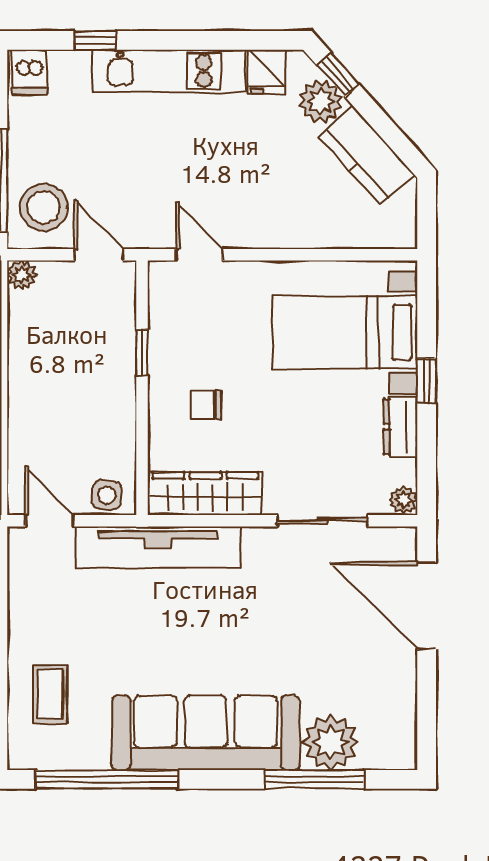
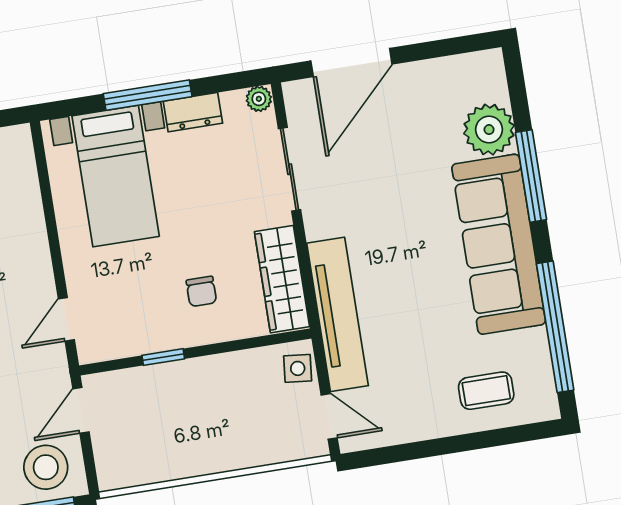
plant: (22, 275) -> (110, 477), removed
window: (427, 381) -> (148, 95), width x2.17
door: (50, 521) -> (329, 416), swing flipped
window: (314, 779) -> (531, 176), moved

